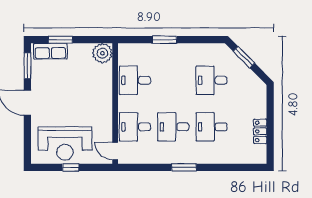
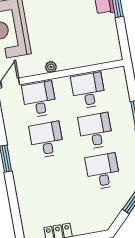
plant: (102, 53) -> (51, 67), moved, width x0.53, depth x0.53
desk: (212, 127) -> (96, 131), moved

